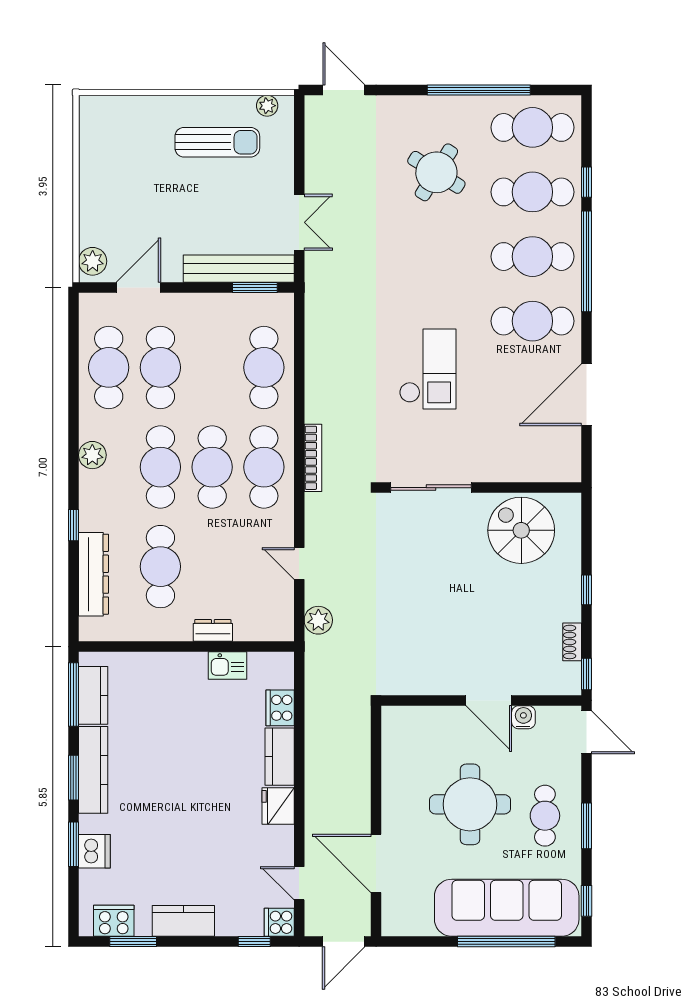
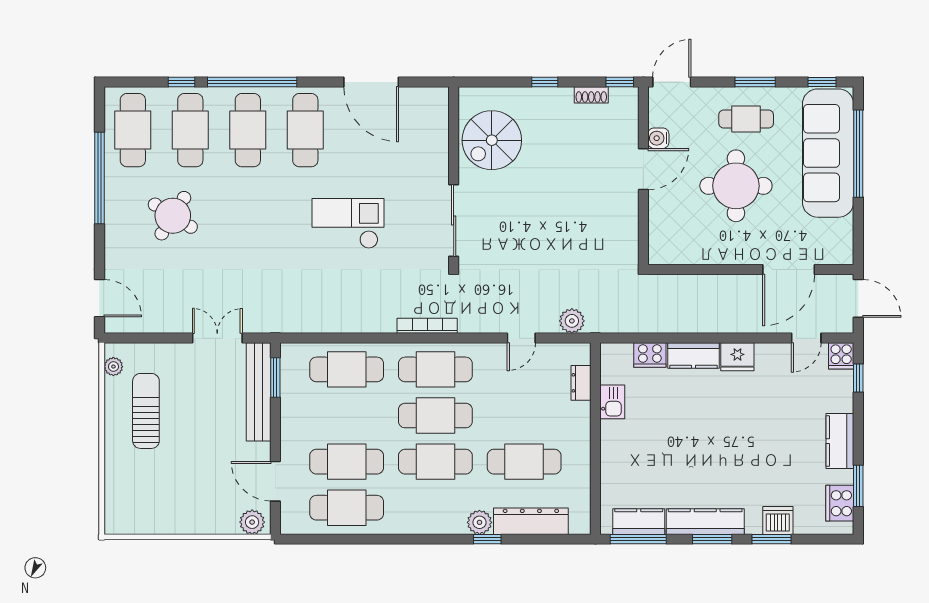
door: (344, 90) -> (99, 298), swing flipped
plant: (92, 455) -> (479, 522), moved
dresser: (213, 630) -> (581, 383), moved

